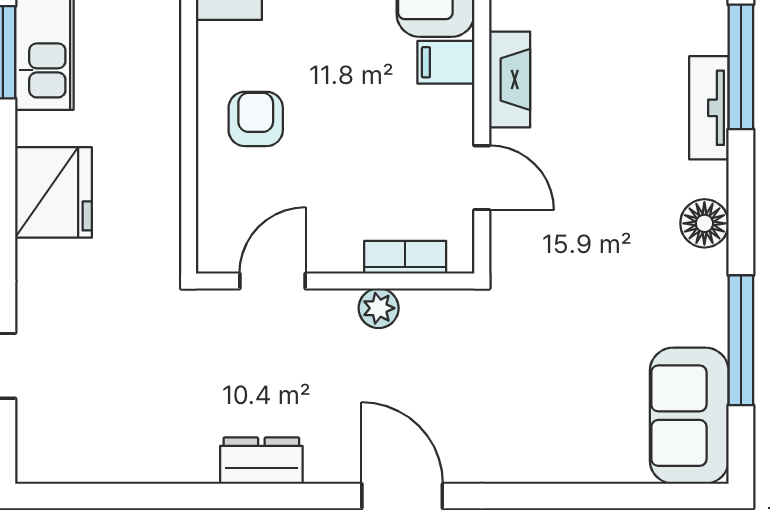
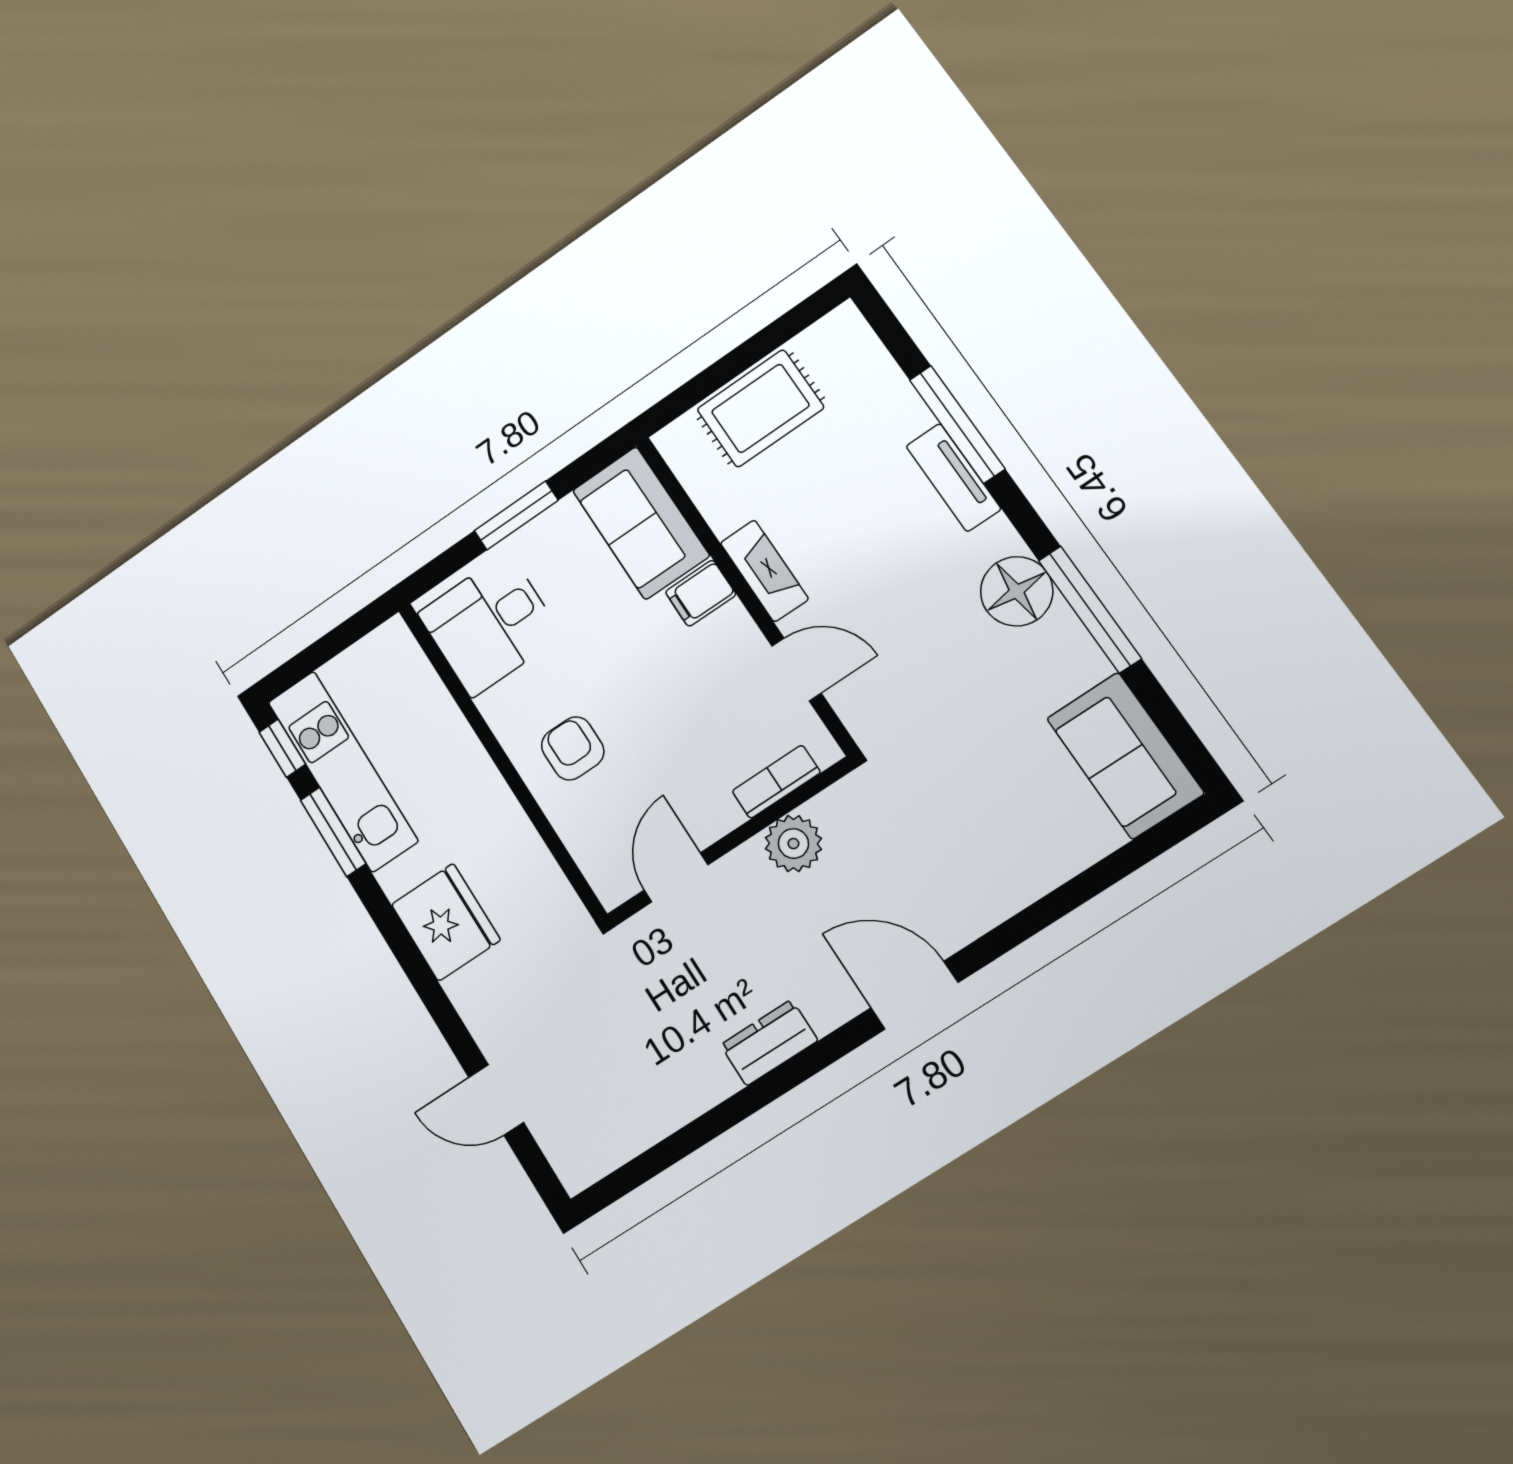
floor lamp: (704, 223) -> (1017, 591), width x1.38, depth x1.38
plant: (379, 308) -> (793, 844), width x1.38, depth x1.38
window: (741, 340) -> (1090, 609), moved

